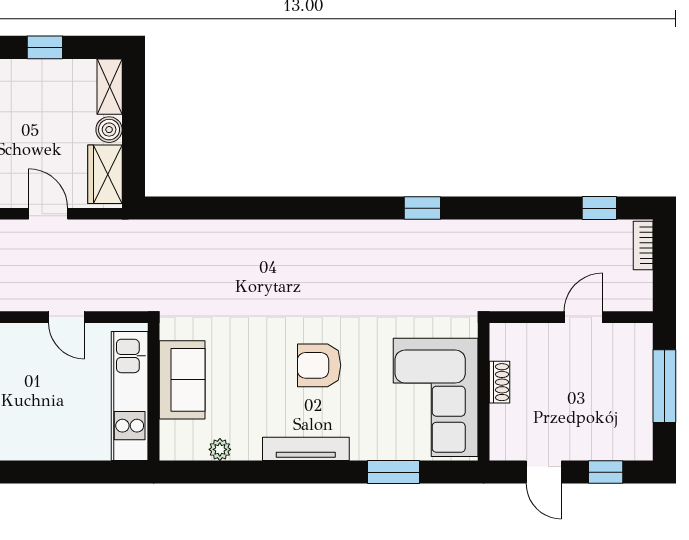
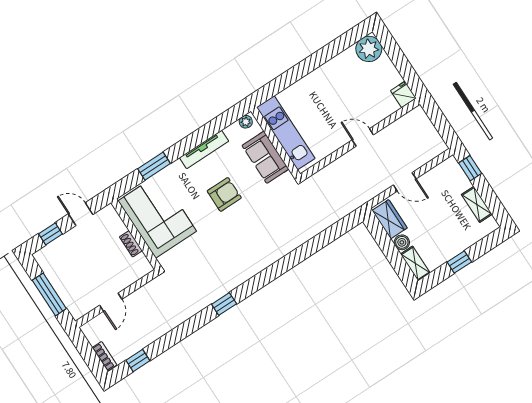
sofa: (182, 380) -> (265, 157), moved
wall: (154, 392) -> (276, 143), moved
kitchen unit: (130, 396) -> (286, 133), moved

